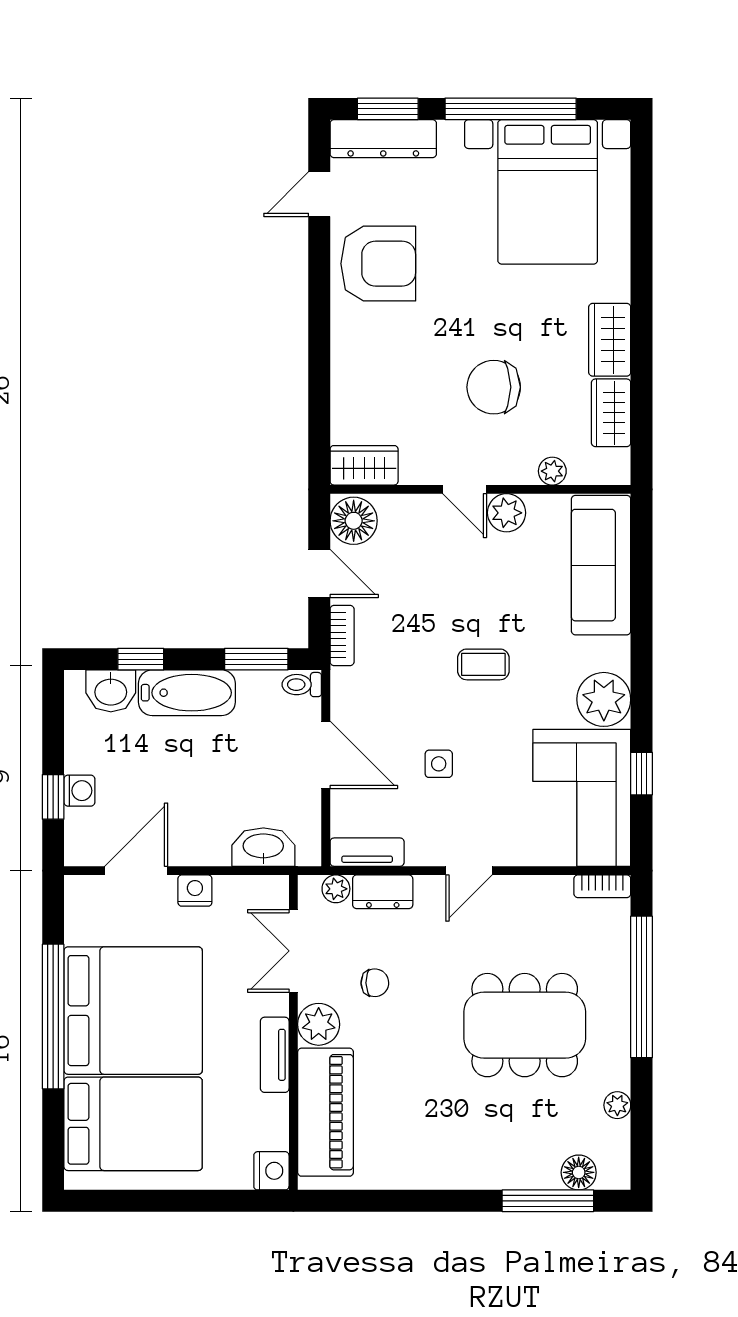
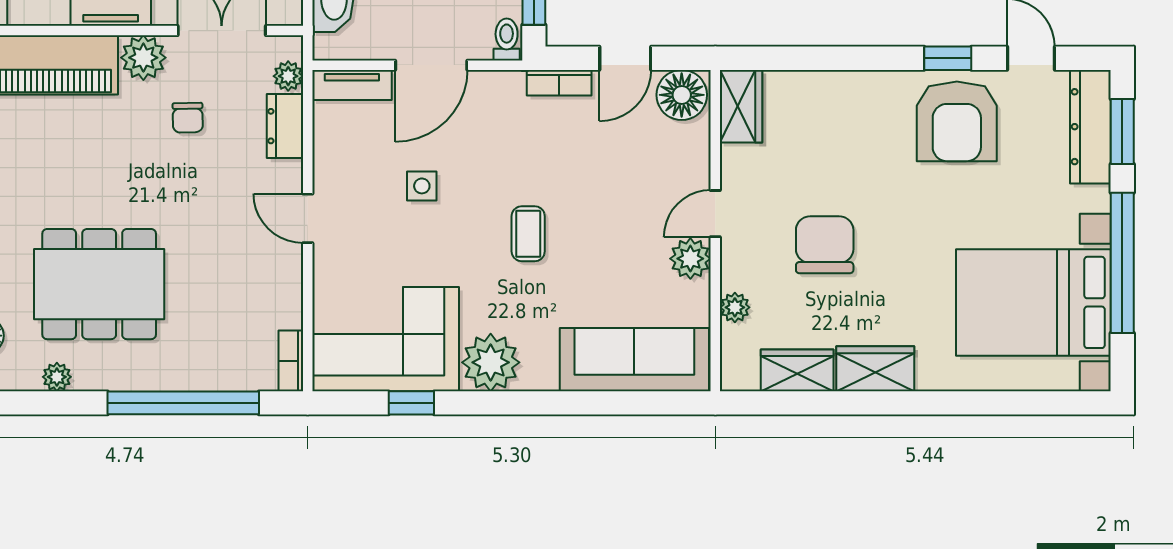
window: (319, 272) -> (948, 58), added
tv unit: (367, 852) -> (352, 85), moved, turned 90
dining table: (525, 1025) -> (99, 284), moved, turned 90

